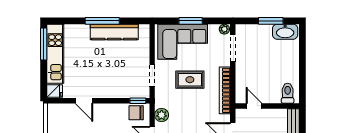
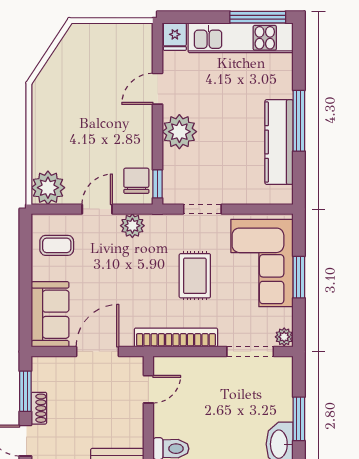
plant: (108, 88) -> (179, 132), added

